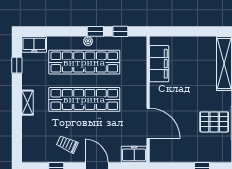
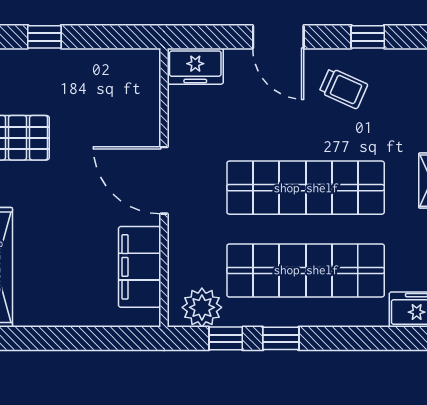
plant: (88, 41) -> (202, 307), moved, width x1.87, depth x1.87
door: (148, 123) -> (164, 180), moved

